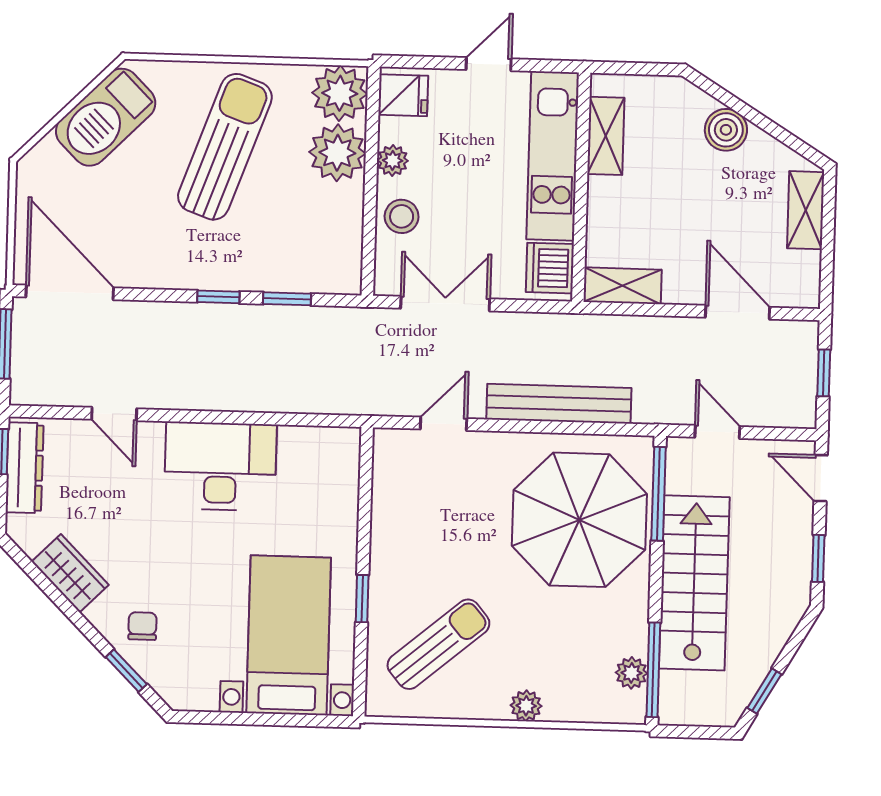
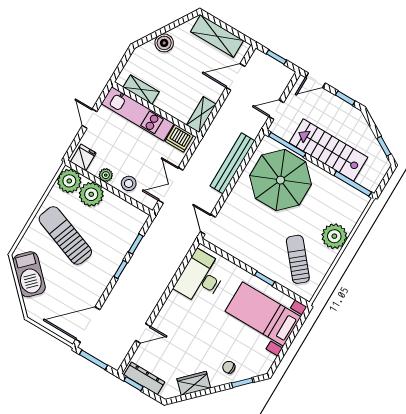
shelving: (806, 210) -> (217, 36), width x1.50, depth x1.33
door: (444, 424) -> (208, 224), moved
desk: (220, 466) -> (201, 278), moved
plant: (632, 673) -> (349, 193), removed
plant: (526, 706) -> (334, 236), width x1.88, depth x1.88

